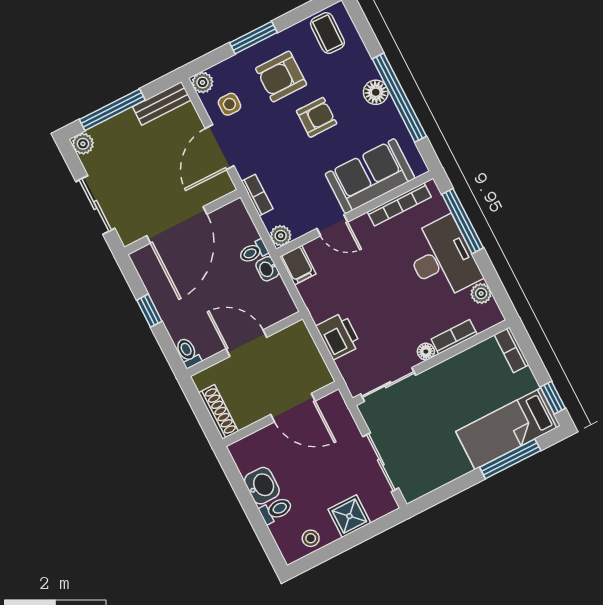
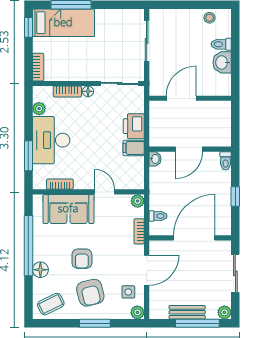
coffee table: (327, 33) -> (51, 304), turned 63
armchair: (281, 76) -> (90, 293), turned 76
floor lamp: (376, 92) -> (40, 270), moved
bench: (162, 103) -> (187, 312), moved
armchair: (317, 117) -> (82, 259), turned -90
bookcase: (399, 204) -> (60, 184), width x0.64
window: (463, 221) -> (28, 156), width x0.69
toilet: (253, 252) -> (158, 216), moved
filing cabinet: (298, 265) -> (134, 148), moved, turned -90
washbasin: (267, 269) -> (155, 159), moved
door: (246, 343) -> (189, 149), hinge flipped
door: (293, 408) -> (181, 98), hinge flipped
shoe rack: (218, 412) -> (225, 118), removed
shower: (349, 516) -> (181, 19), removed

